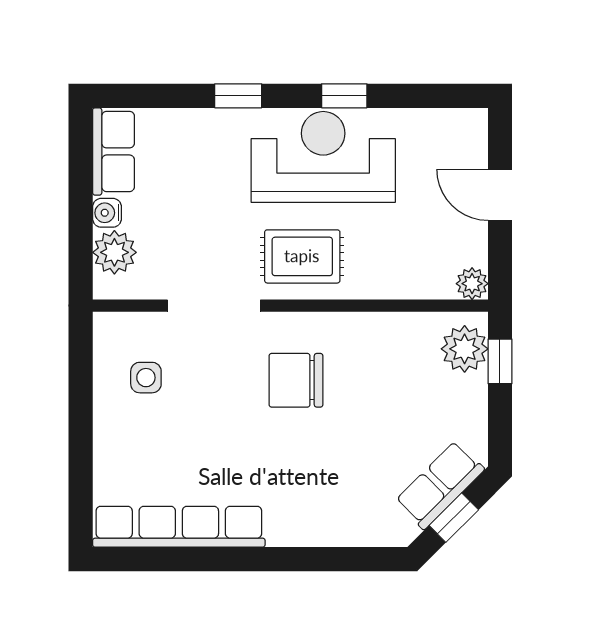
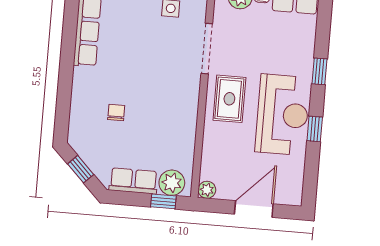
door: (500, 195) -> (254, 209), width x1.37
chair: (296, 380) -> (116, 113), moved, width x0.54, depth x0.54
row of seats: (440, 485) -> (133, 181), moved, turned -45

